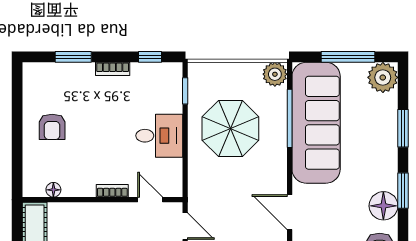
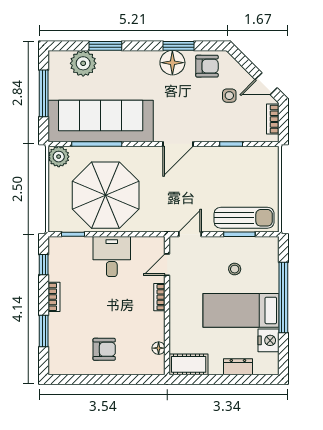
plant: (383, 77) -> (83, 63), moved
parasol: (230, 128) -> (106, 195), width x1.36, depth x1.36
window: (403, 191) -> (178, 46), moved

